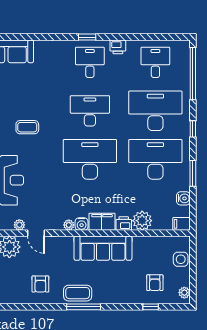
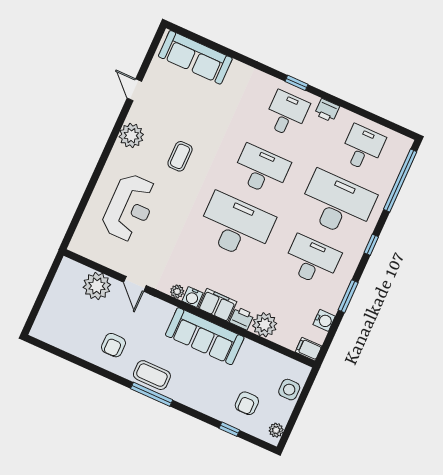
coffee table: (27, 127) -> (180, 156), turned 90
desk: (155, 159) -> (312, 260), width x0.73, depth x0.77
plant: (19, 225) -> (120, 266), removed

